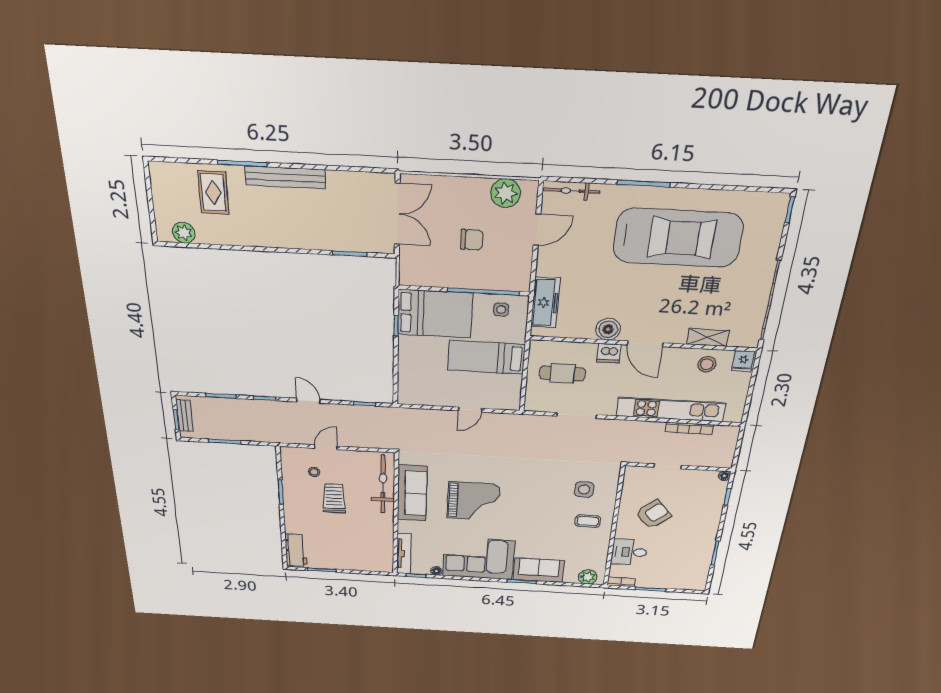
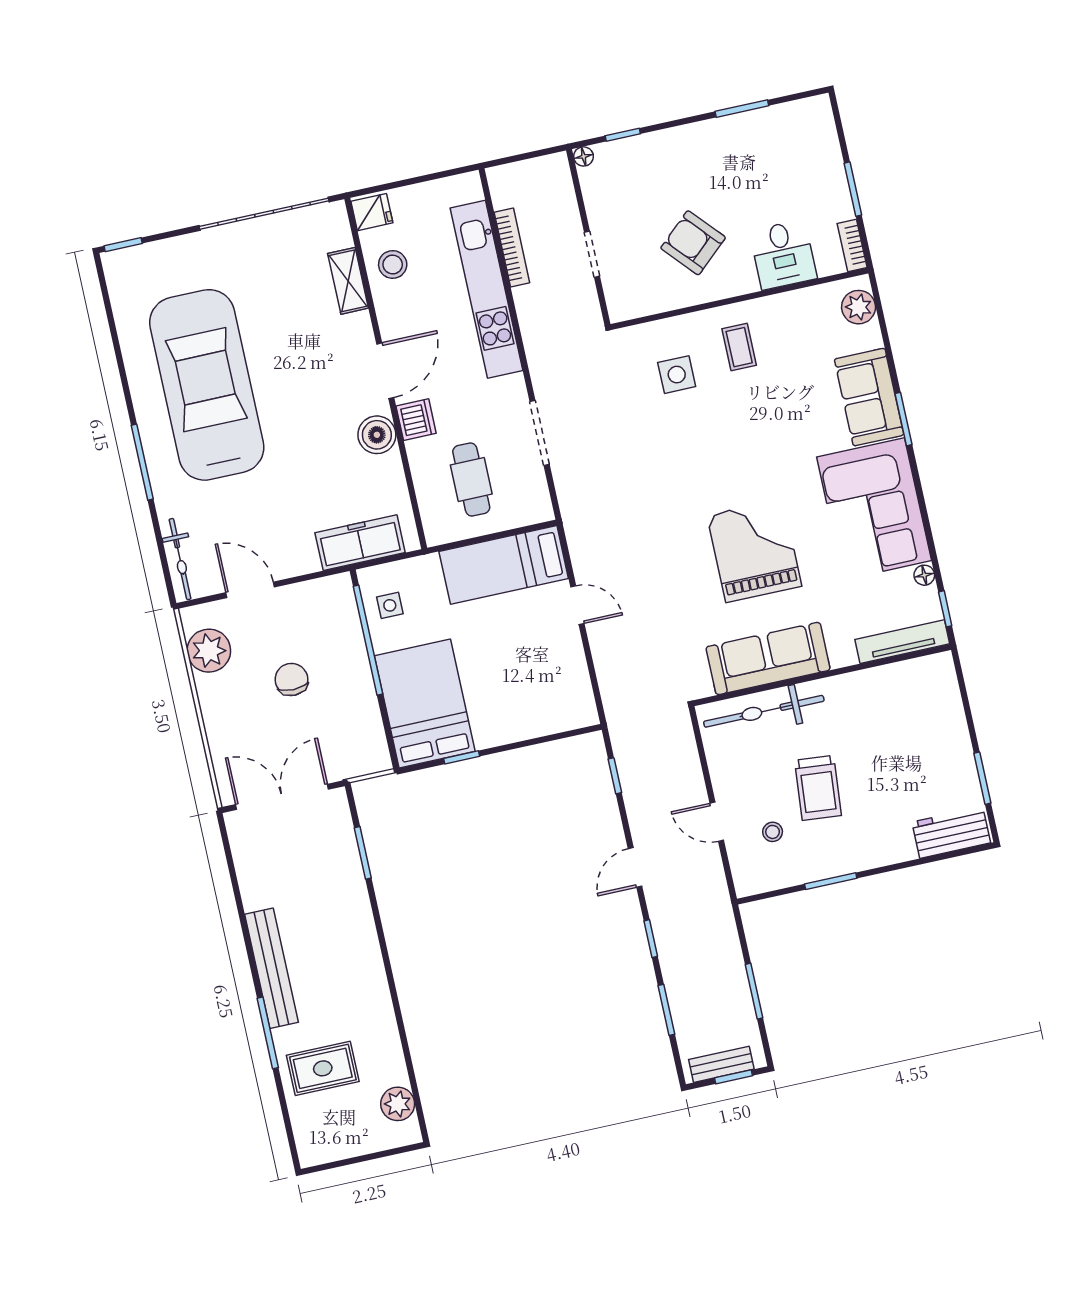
bed: (486, 357) -> (504, 565), moved, turned 90
trolley: (334, 498) -> (818, 788), turned -85

